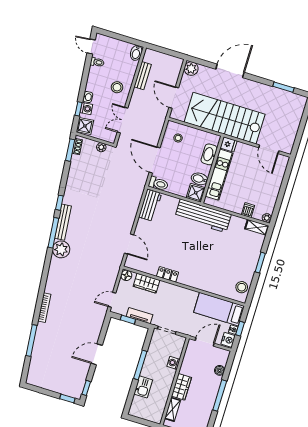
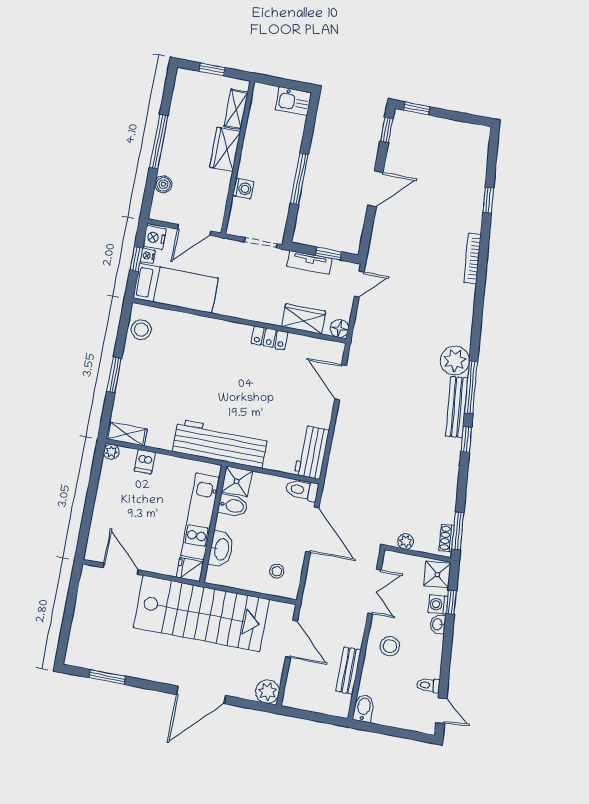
window: (32, 341) -> (488, 200), width x0.46
kitchen sink: (143, 387) -> (293, 101), moved, turned -90

